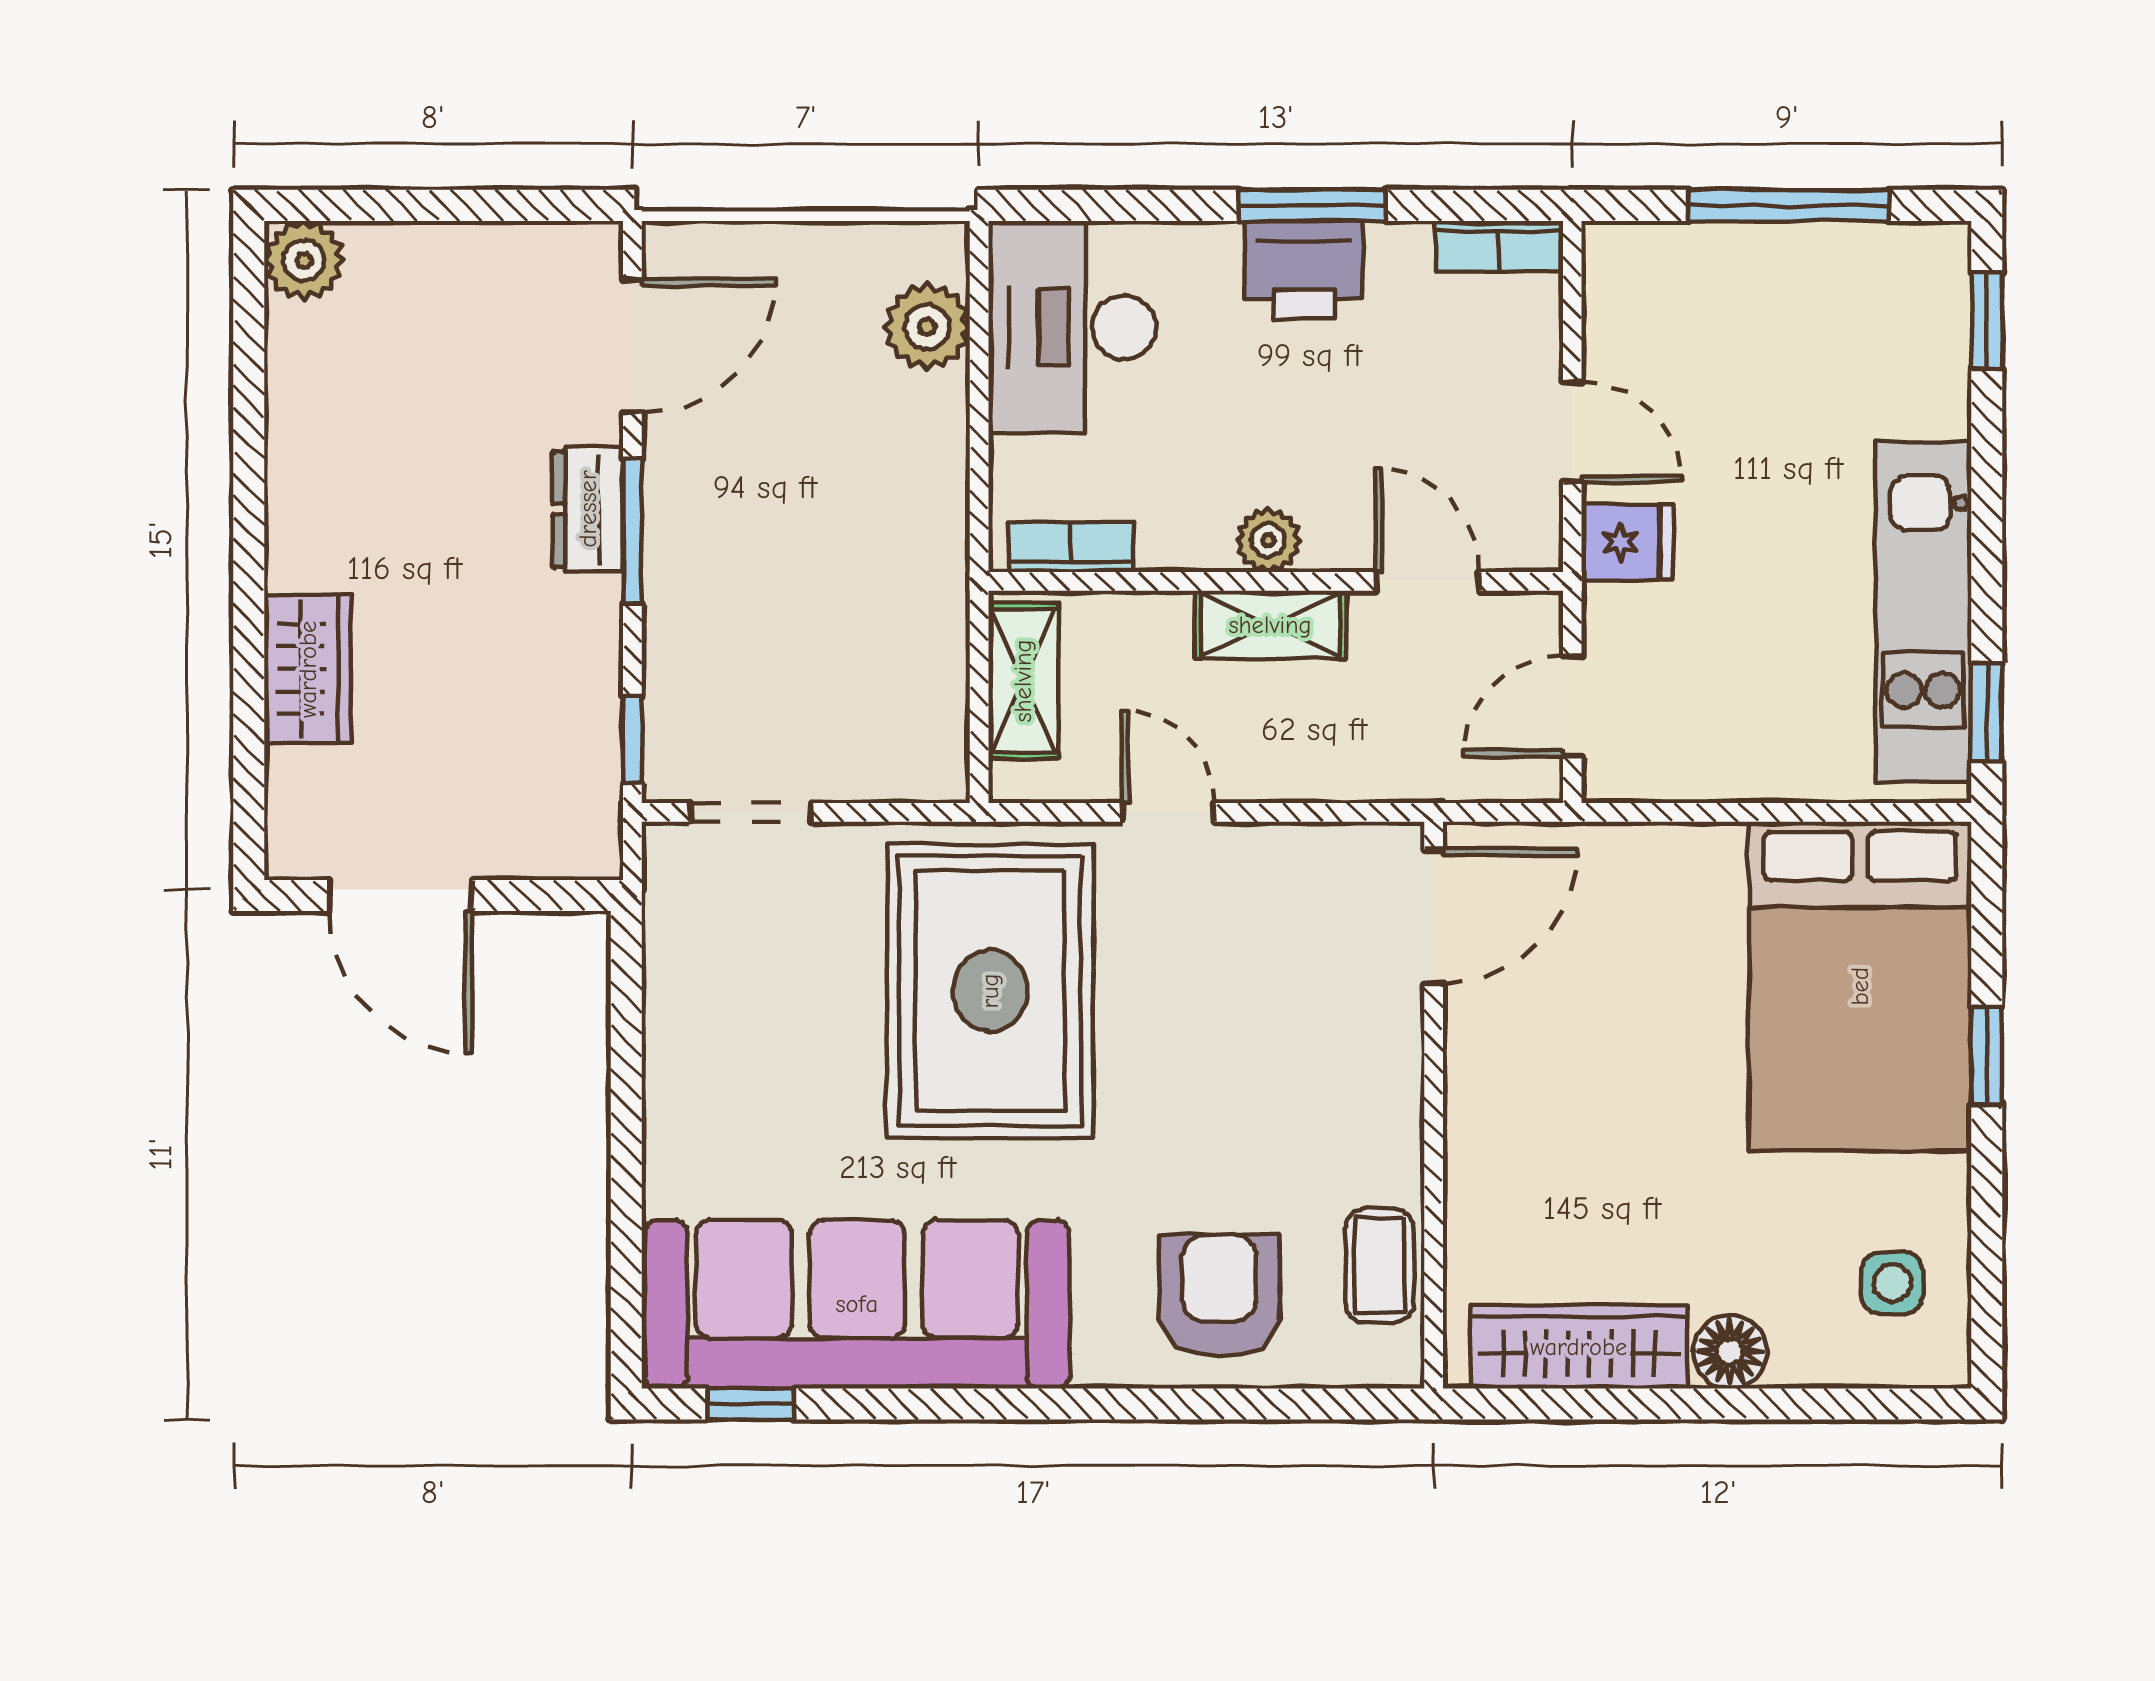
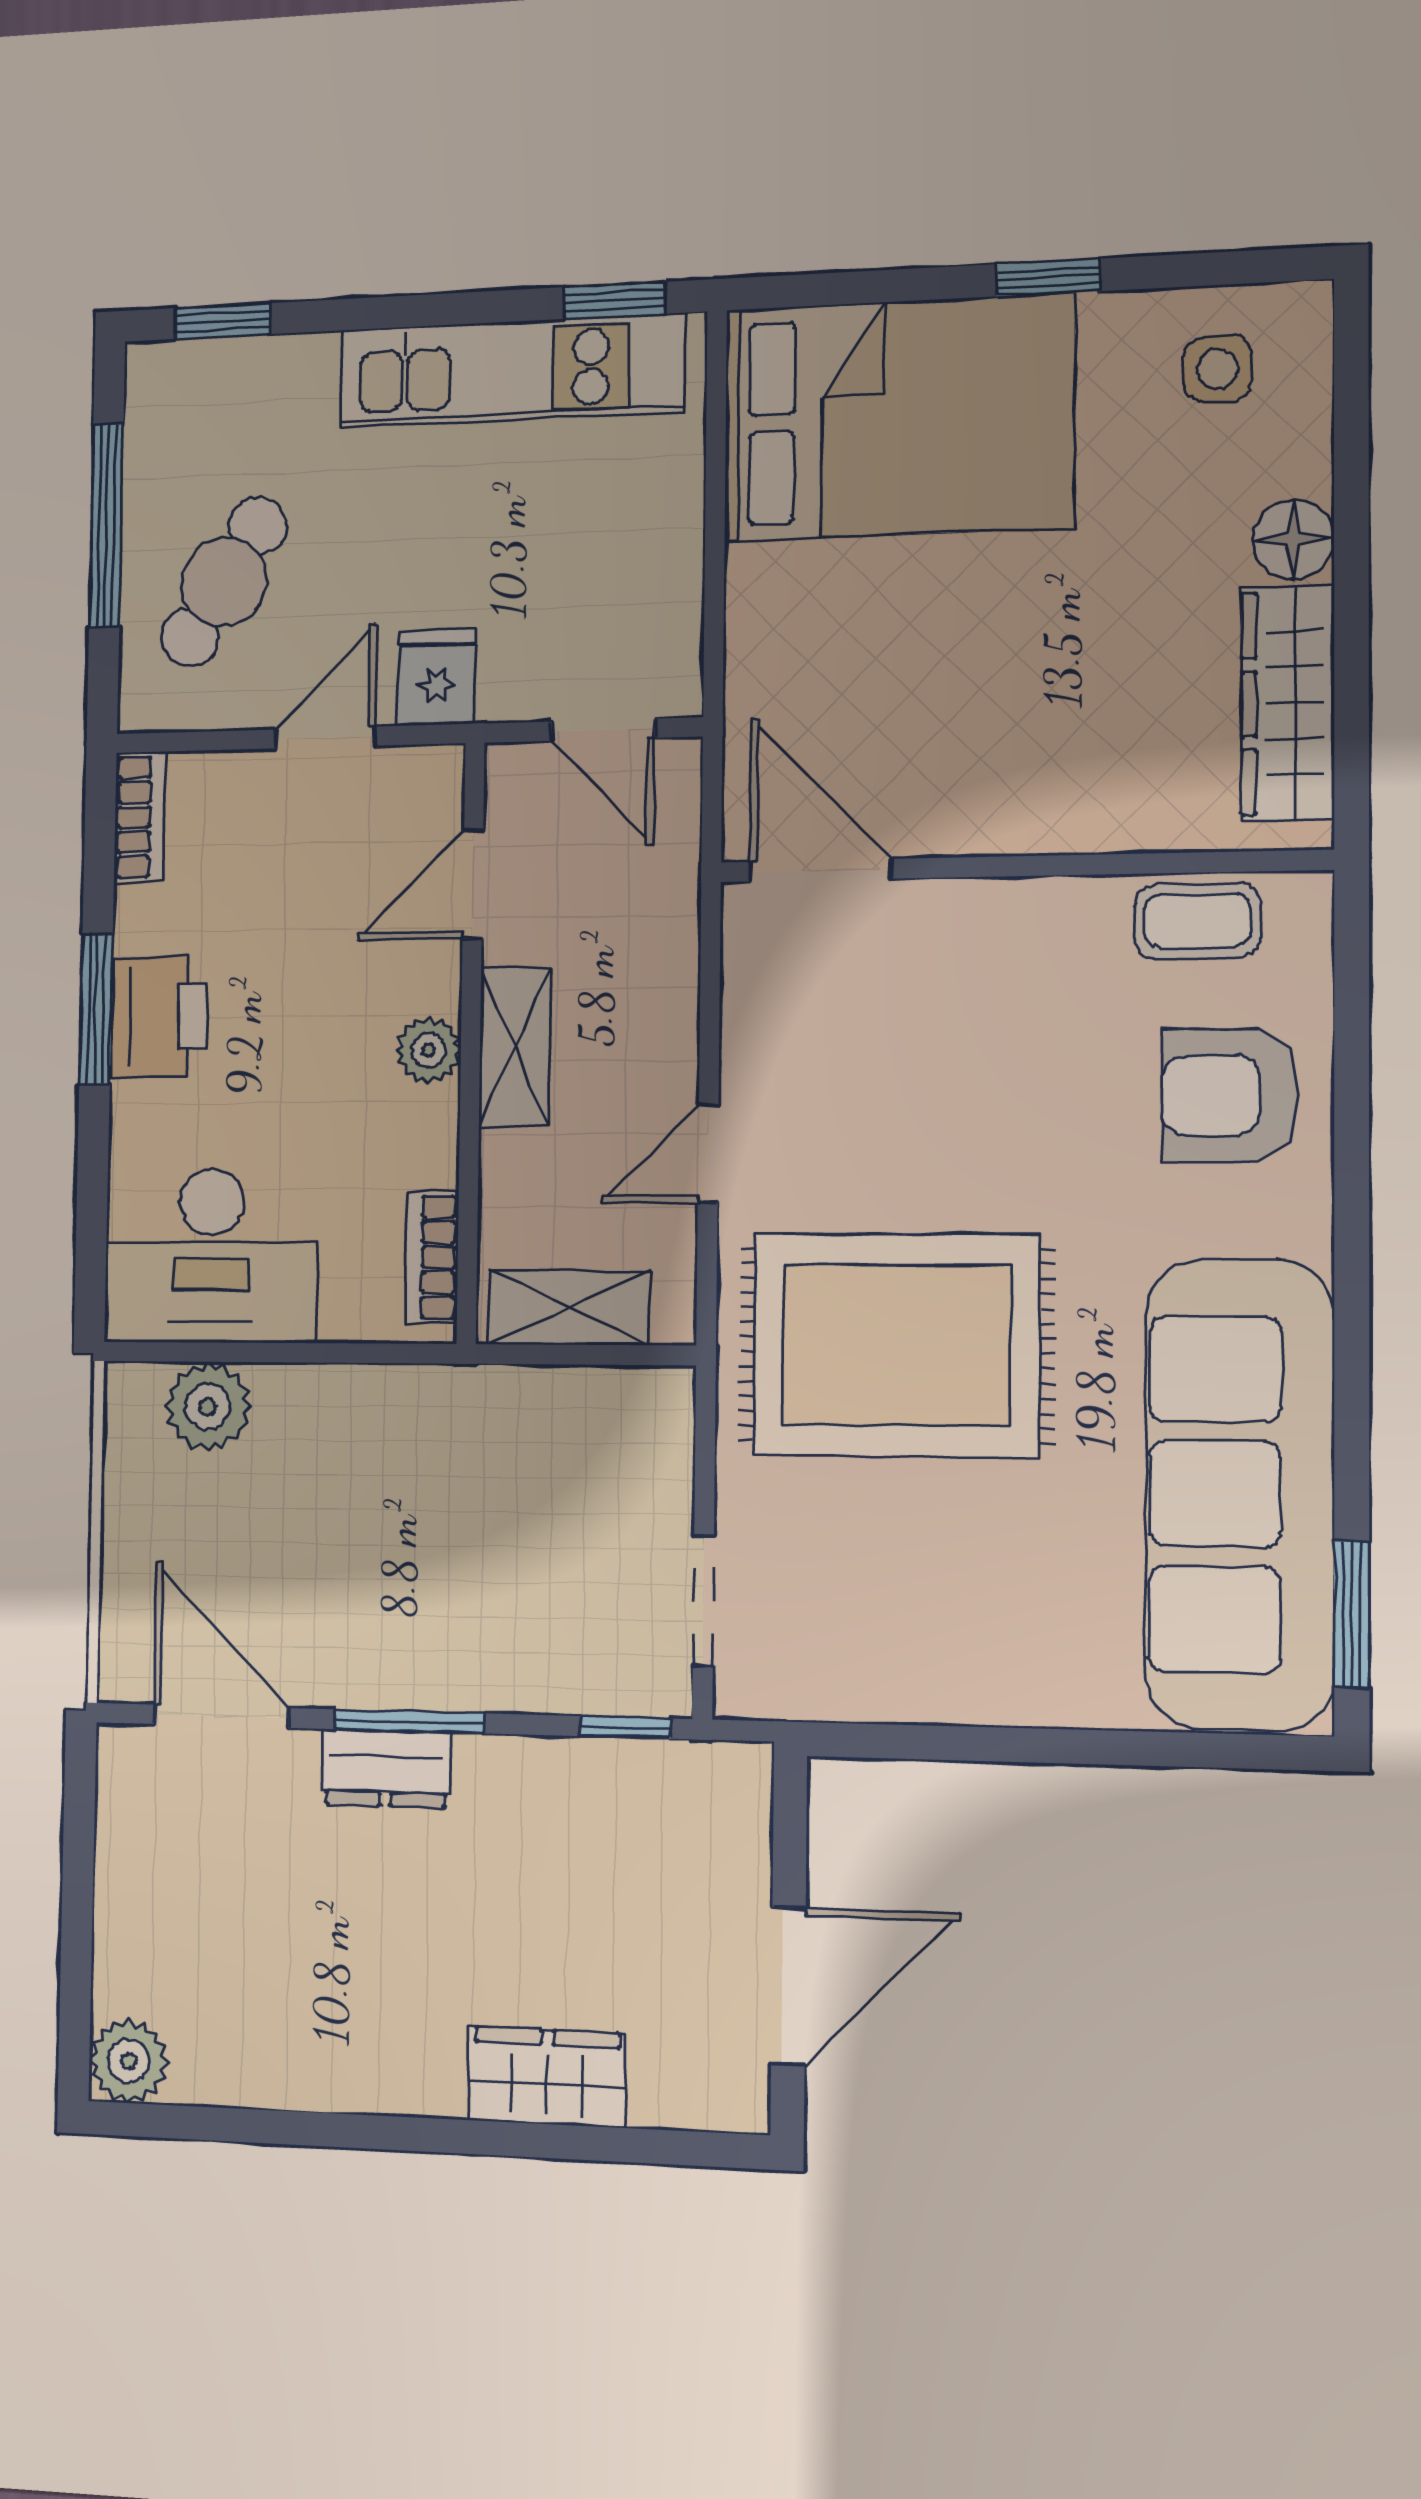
cafe table: (1728, 327) -> (224, 582), added
window: (1987, 1056) -> (1048, 278), moved
window: (751, 1404) -> (1352, 1614), width x1.50

